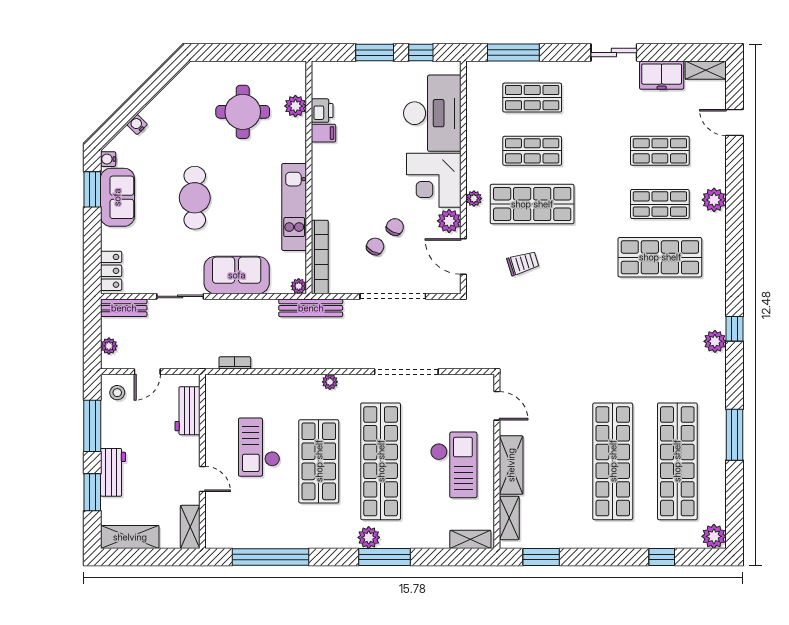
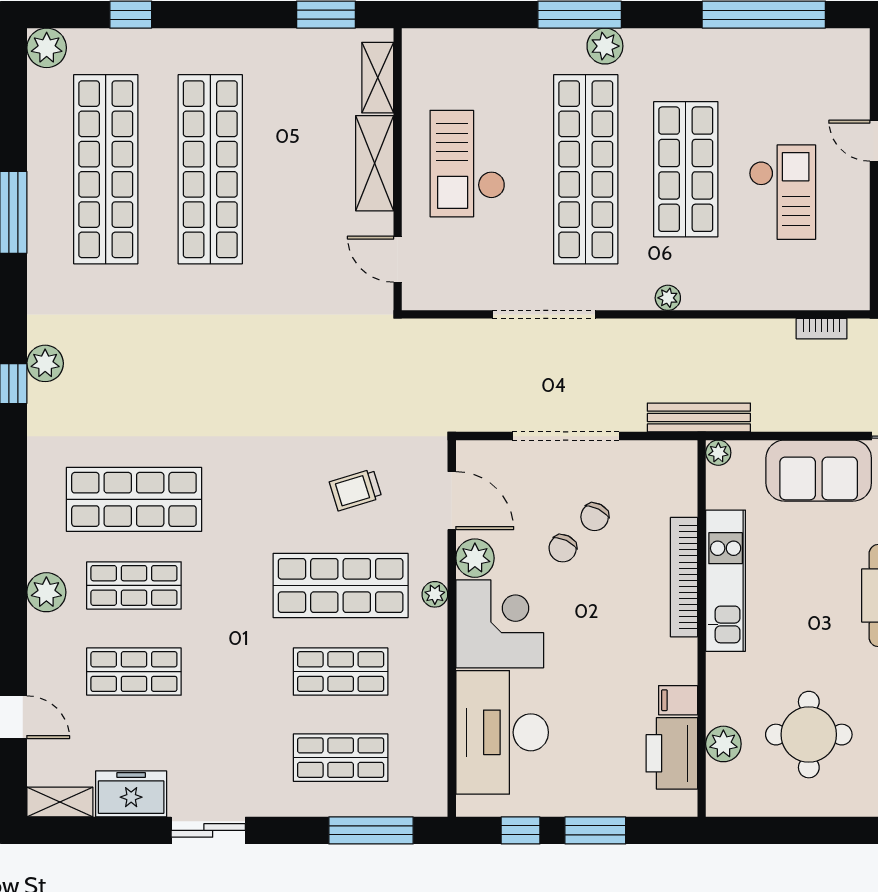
printer: (322, 111) -> (672, 753), width x1.87, depth x1.48
bookcase: (320, 257) -> (684, 577), moved
shelving: (470, 539) -> (441, 43), removed

